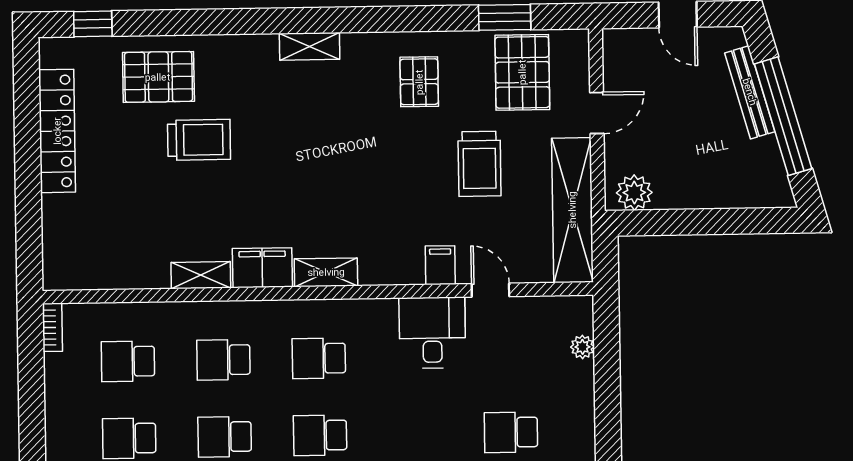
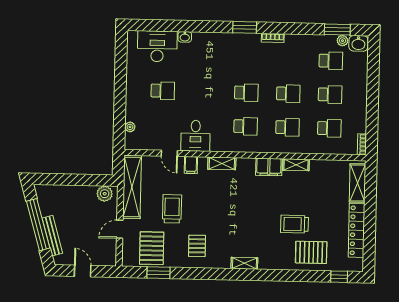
shelving: (59, 239) -> (357, 183), added
shelving: (326, 272) -> (222, 163), moved

